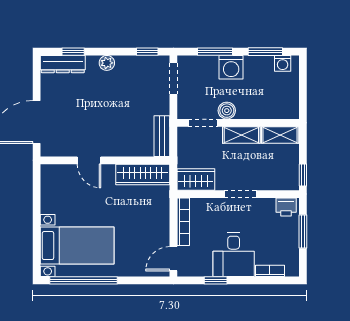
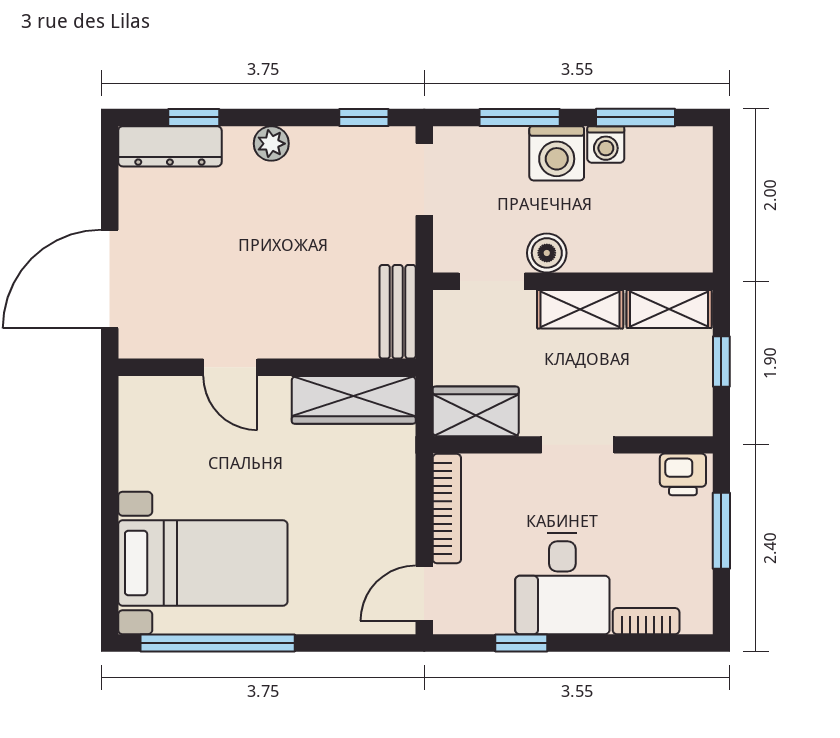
washing machine: (283, 63) -> (606, 144), moved
window: (303, 175) -> (721, 361), moved

